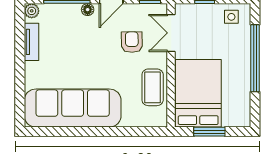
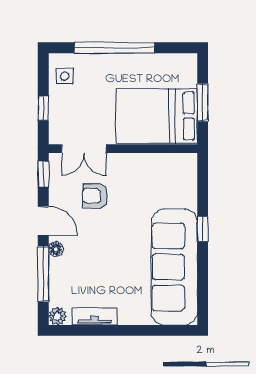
coffee table: (153, 87) -> (149, 171), removed
window: (104, 132) -> (203, 229), added

